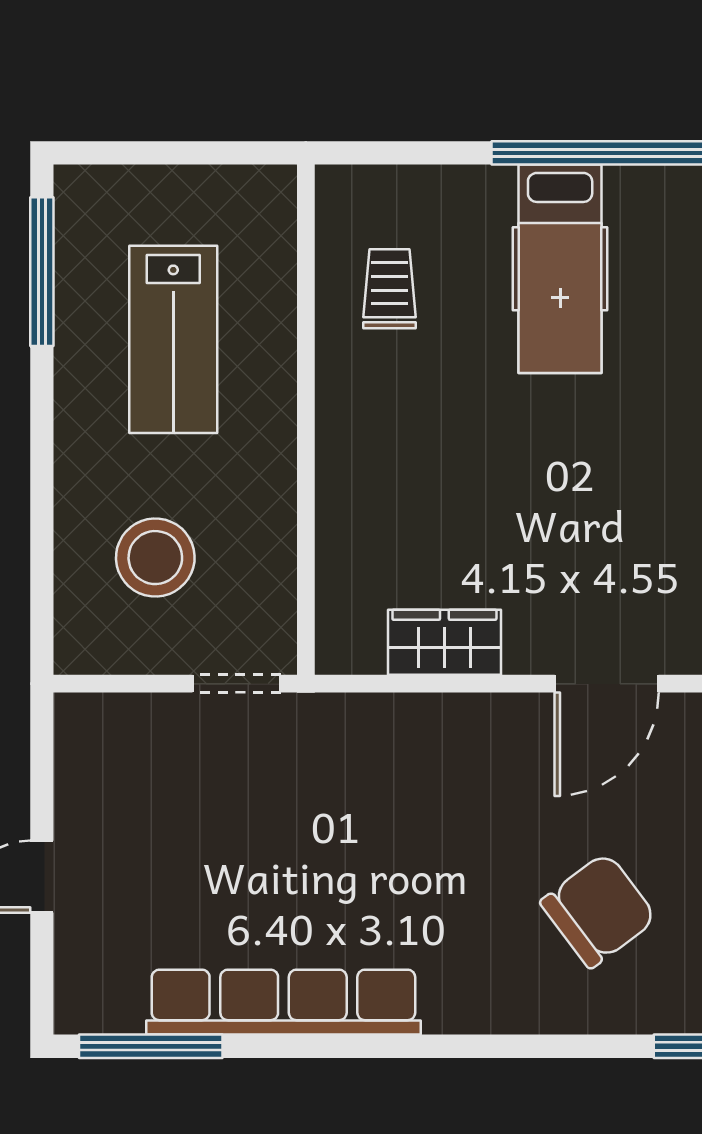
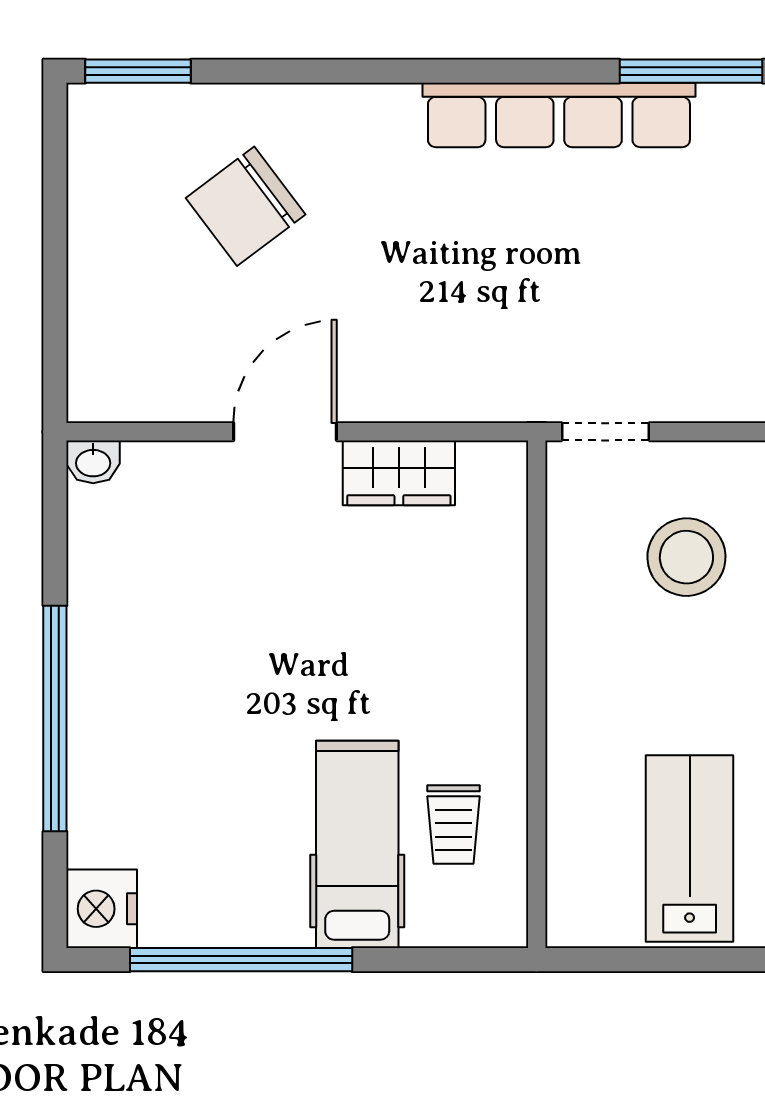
hospital bed: (560, 269) -> (357, 844), moved
lab bench: (173, 339) -> (690, 849), moved
door: (607, 684) -> (285, 432), moved

